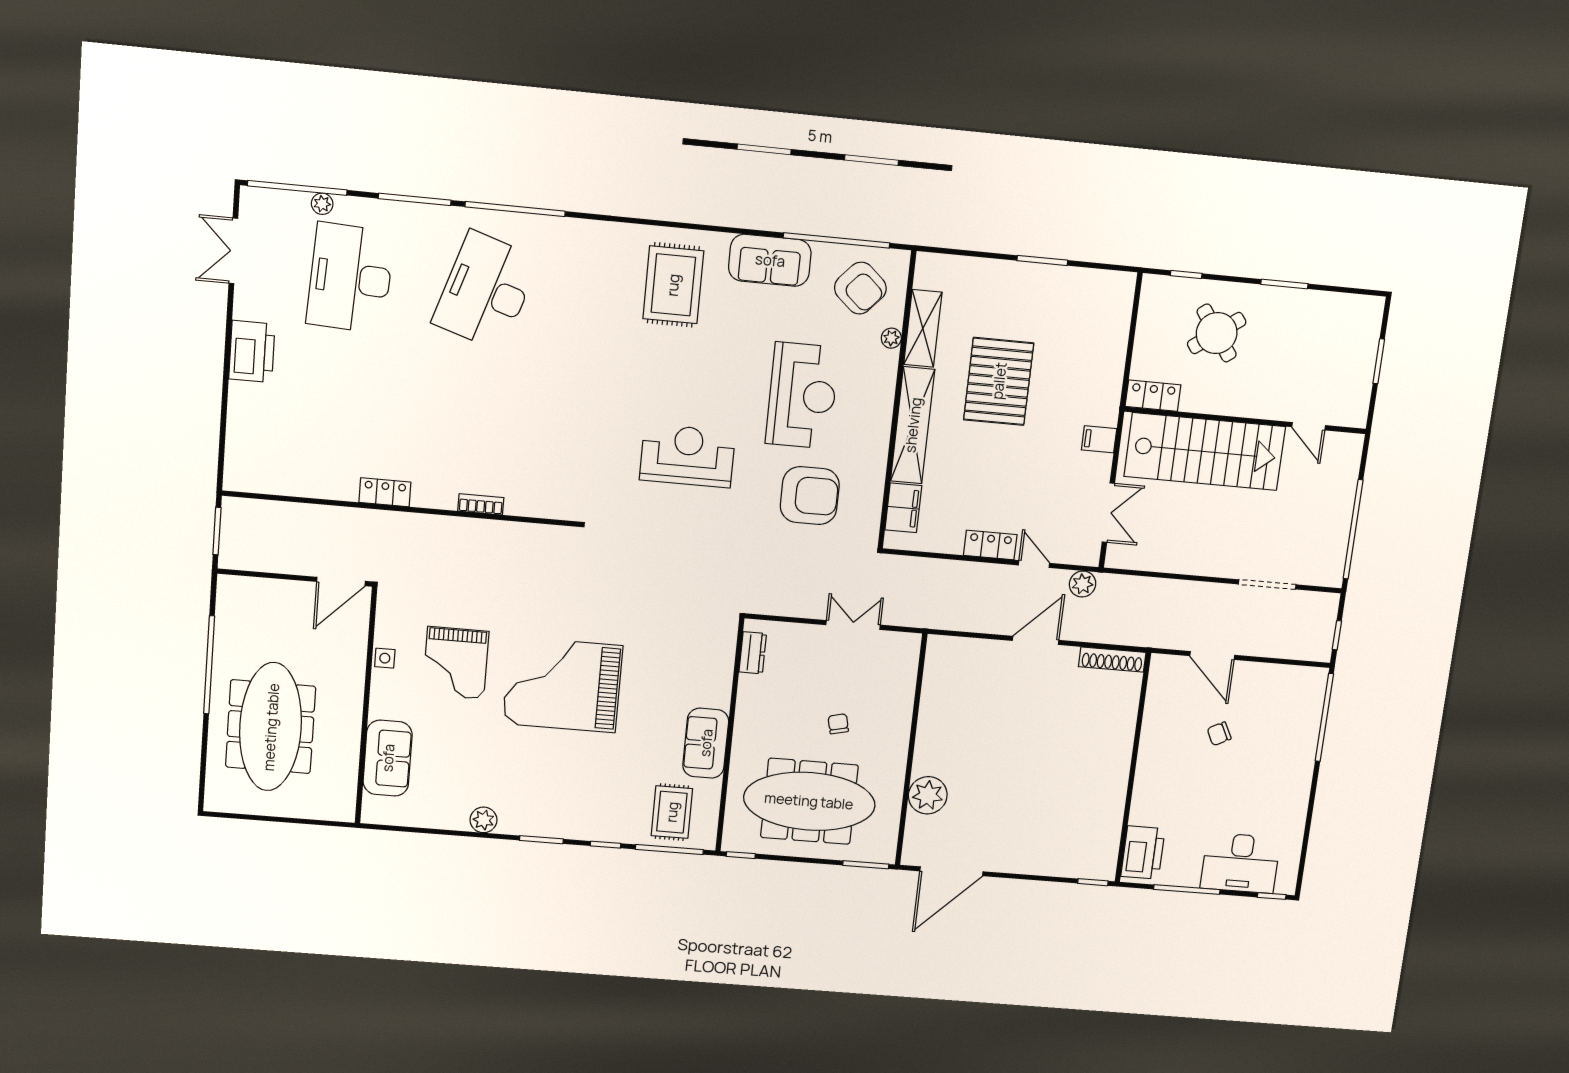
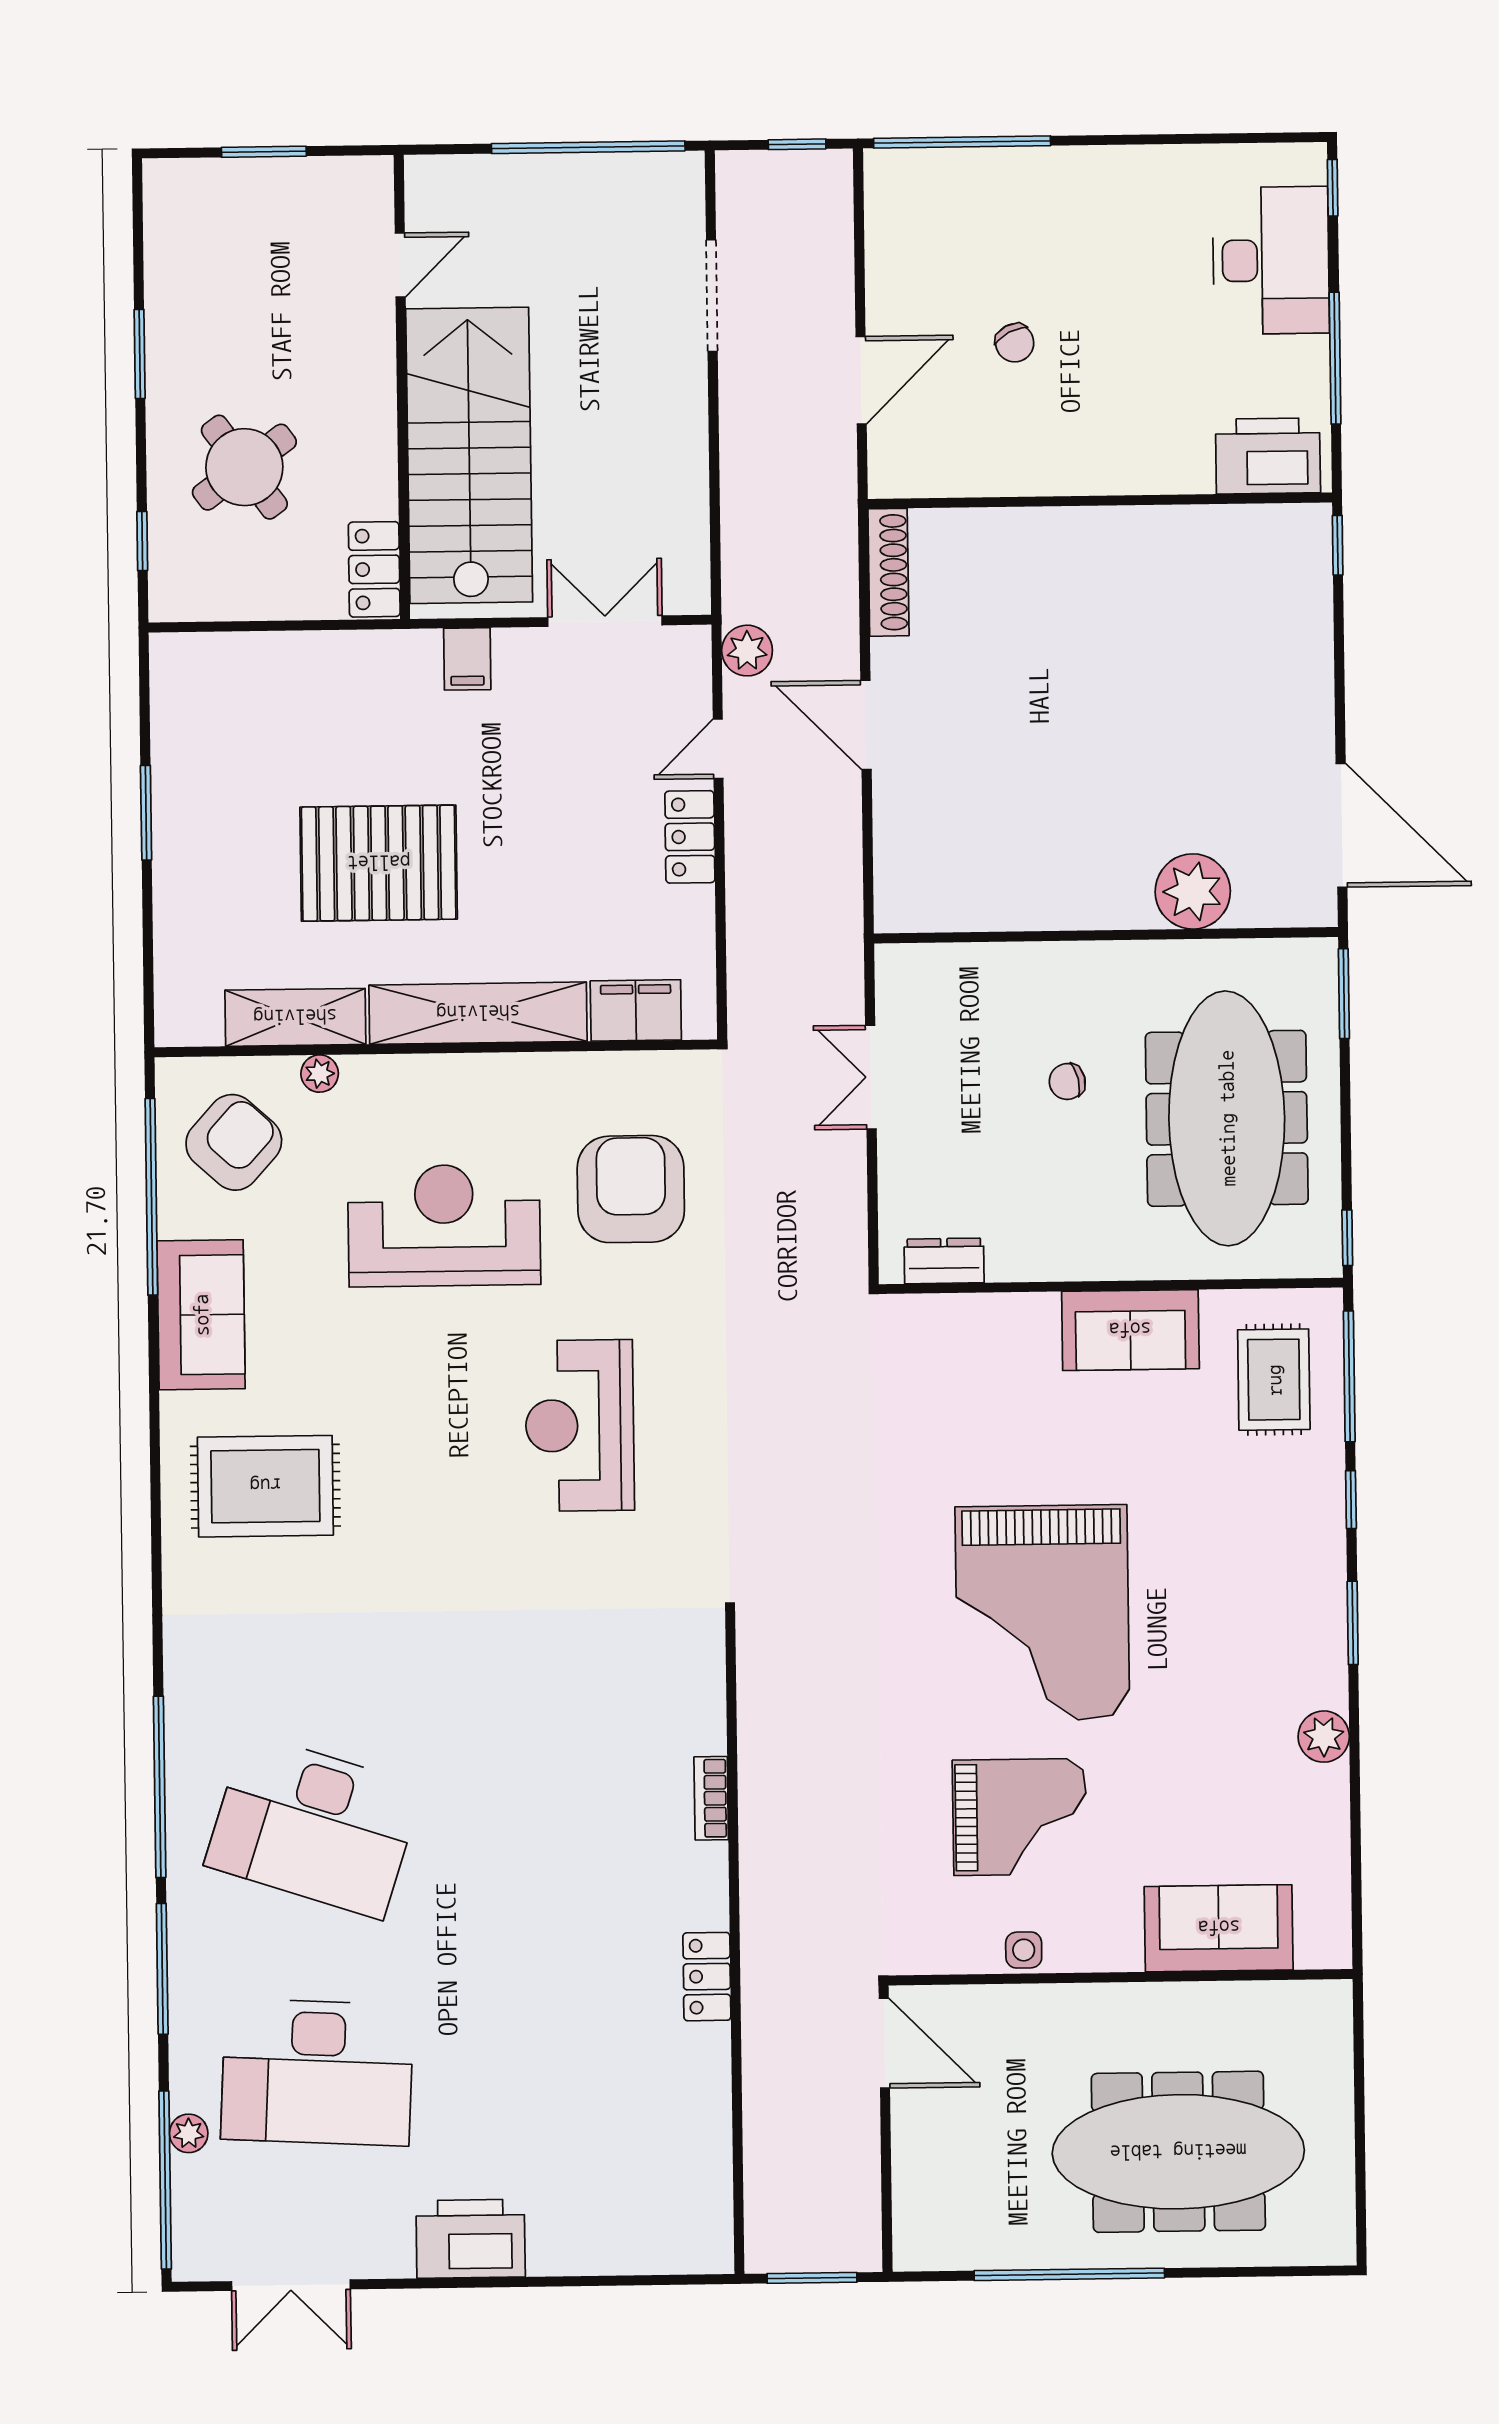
rug: (672, 812) -> (1274, 1380), turned 90

